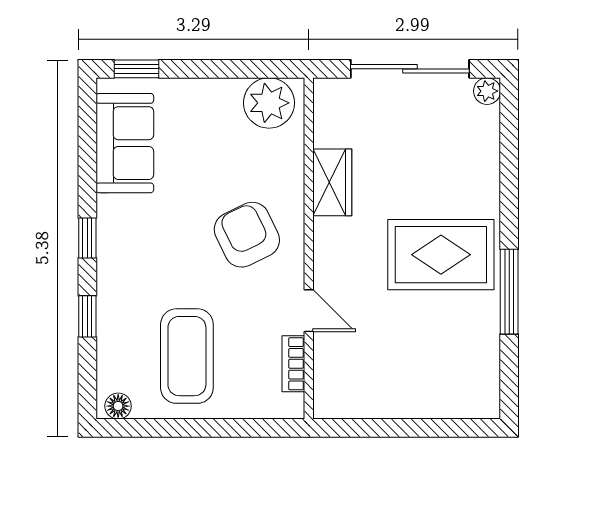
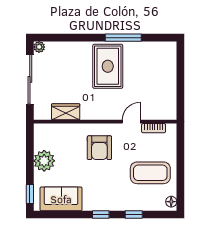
plant: (269, 103) -> (44, 161), moved
wardrobe: (332, 182) -> (66, 112), moved
armchair: (247, 235) -> (99, 148), turned -64

